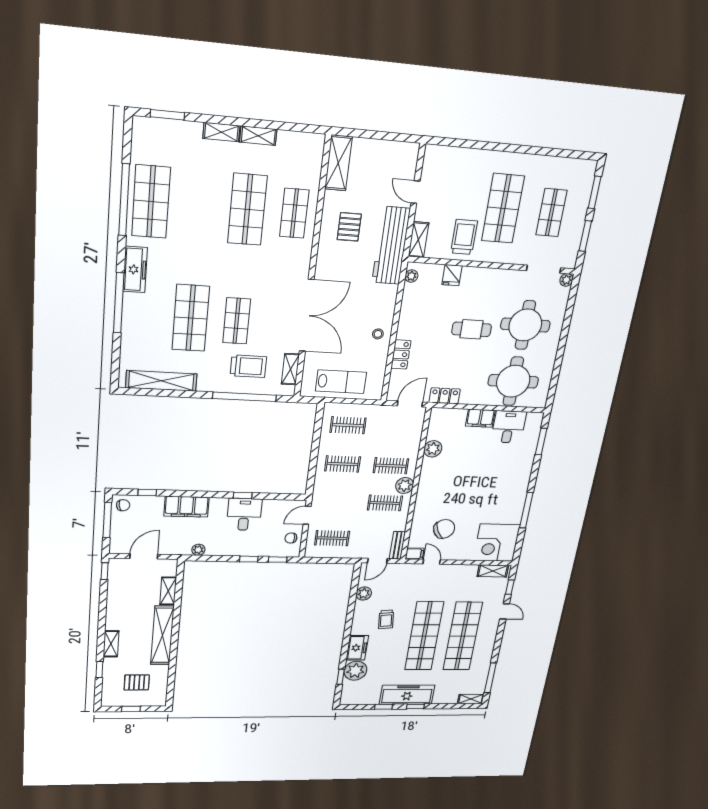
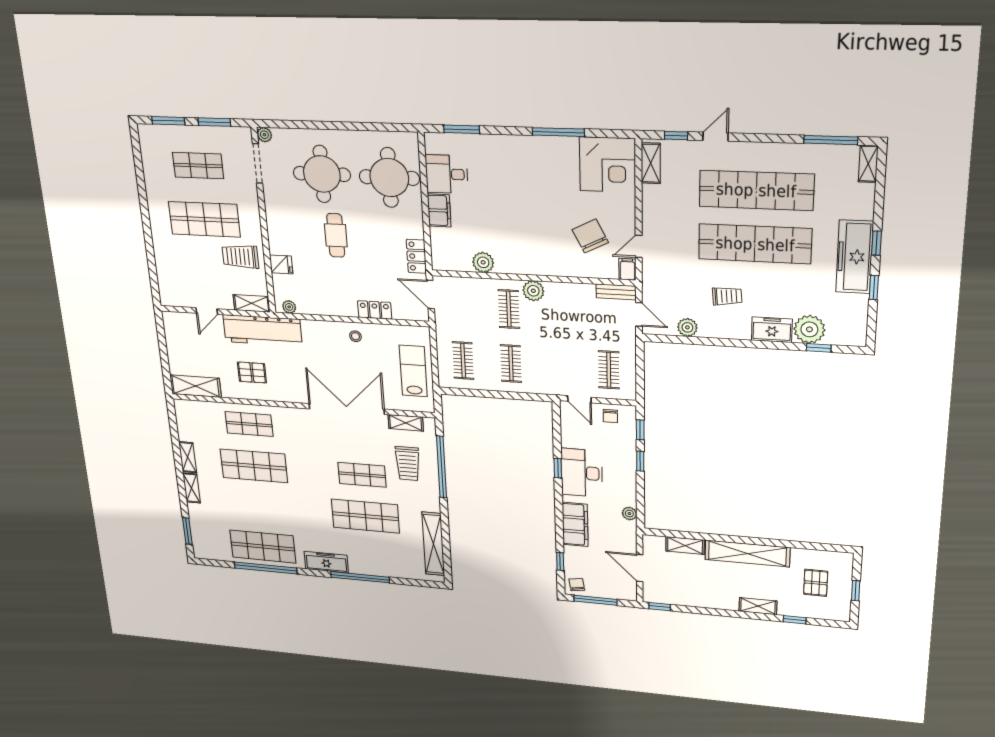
trolley: (248, 366) -> (408, 464), turned 180
clothes rail: (385, 503) -> (558, 312), removed
desk: (244, 514) -> (582, 473), width x1.37

